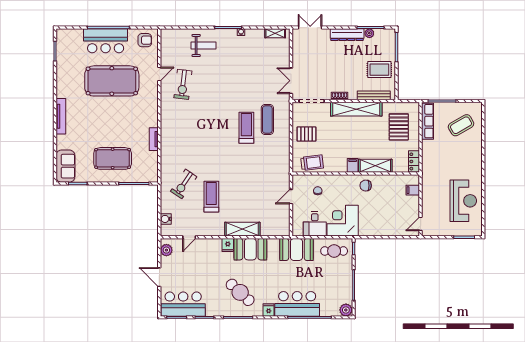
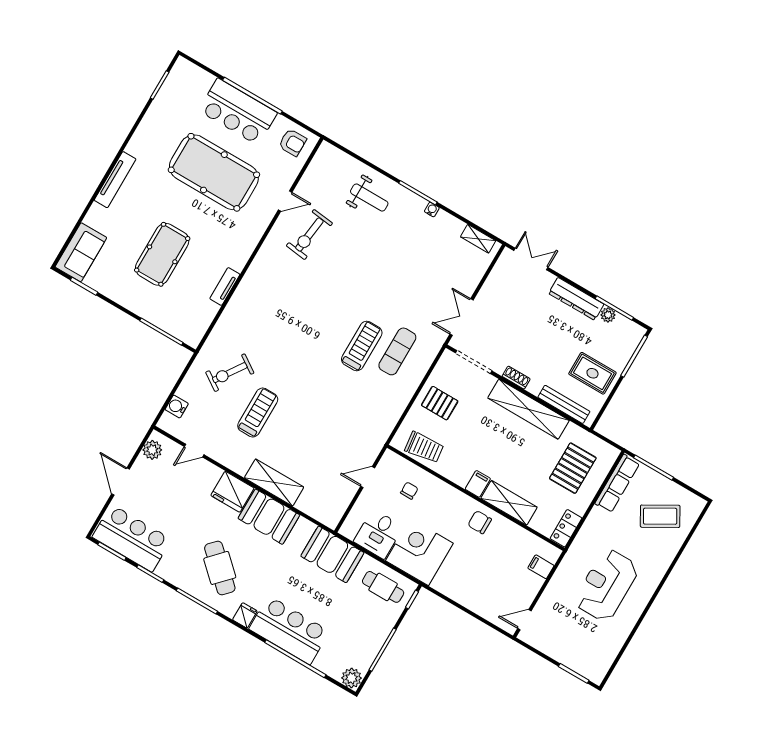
pool table: (113, 158) -> (162, 254), moved, turned 90
reception desk: (463, 201) -> (606, 585), moved, turned 180
fridge: (228, 245) -> (232, 492), width x1.88, depth x1.34

